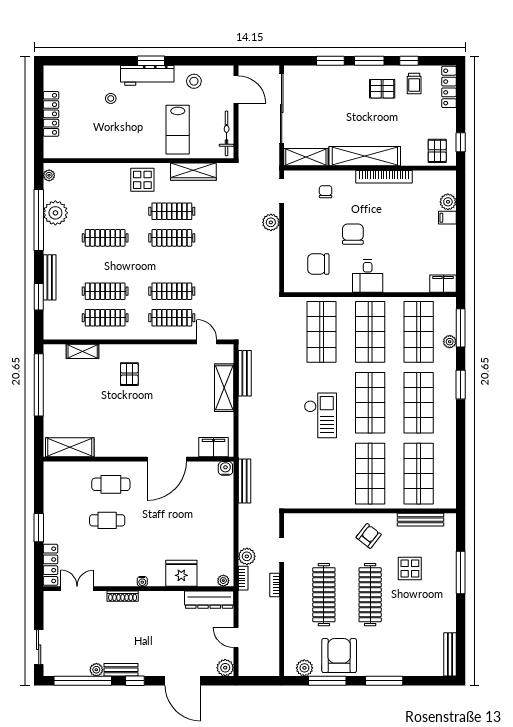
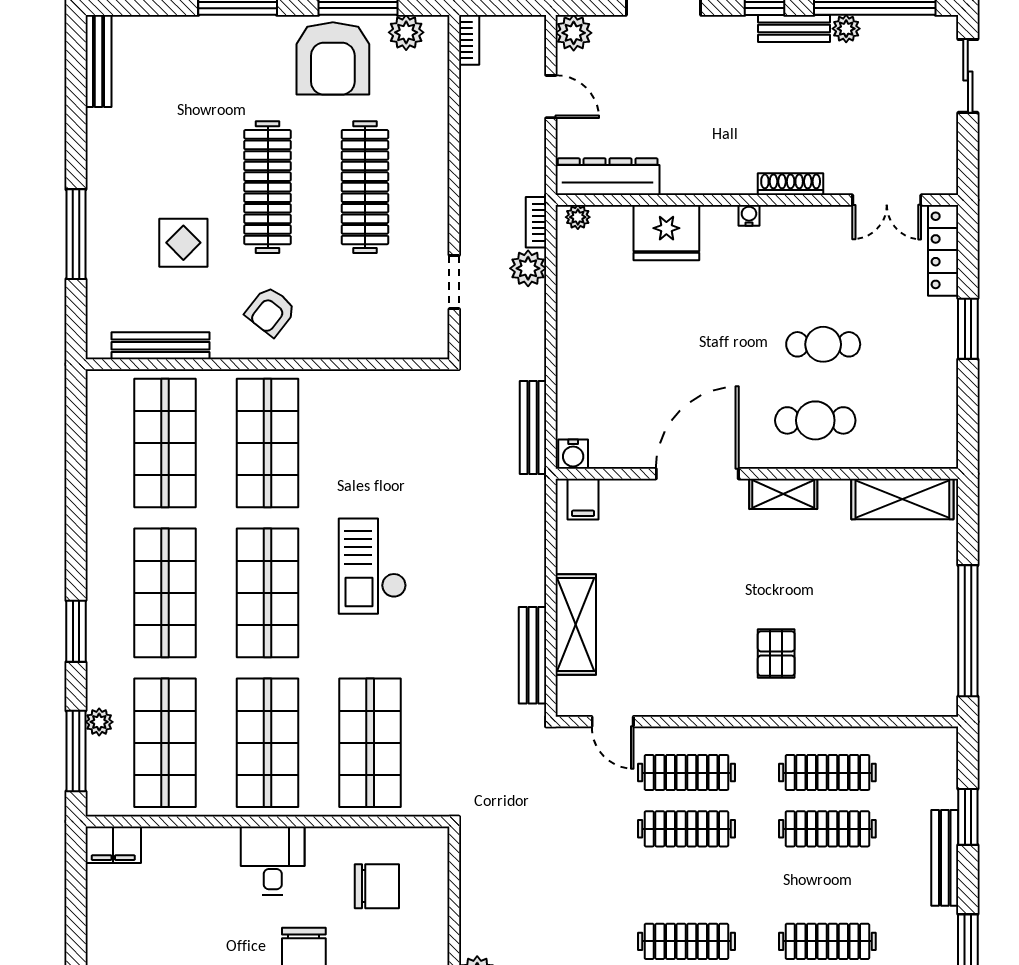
shelving: (83, 351) -> (783, 494), moved
filing cabinet: (213, 447) -> (583, 499), width x0.50
bookcase: (275, 585) -> (469, 40), moved

